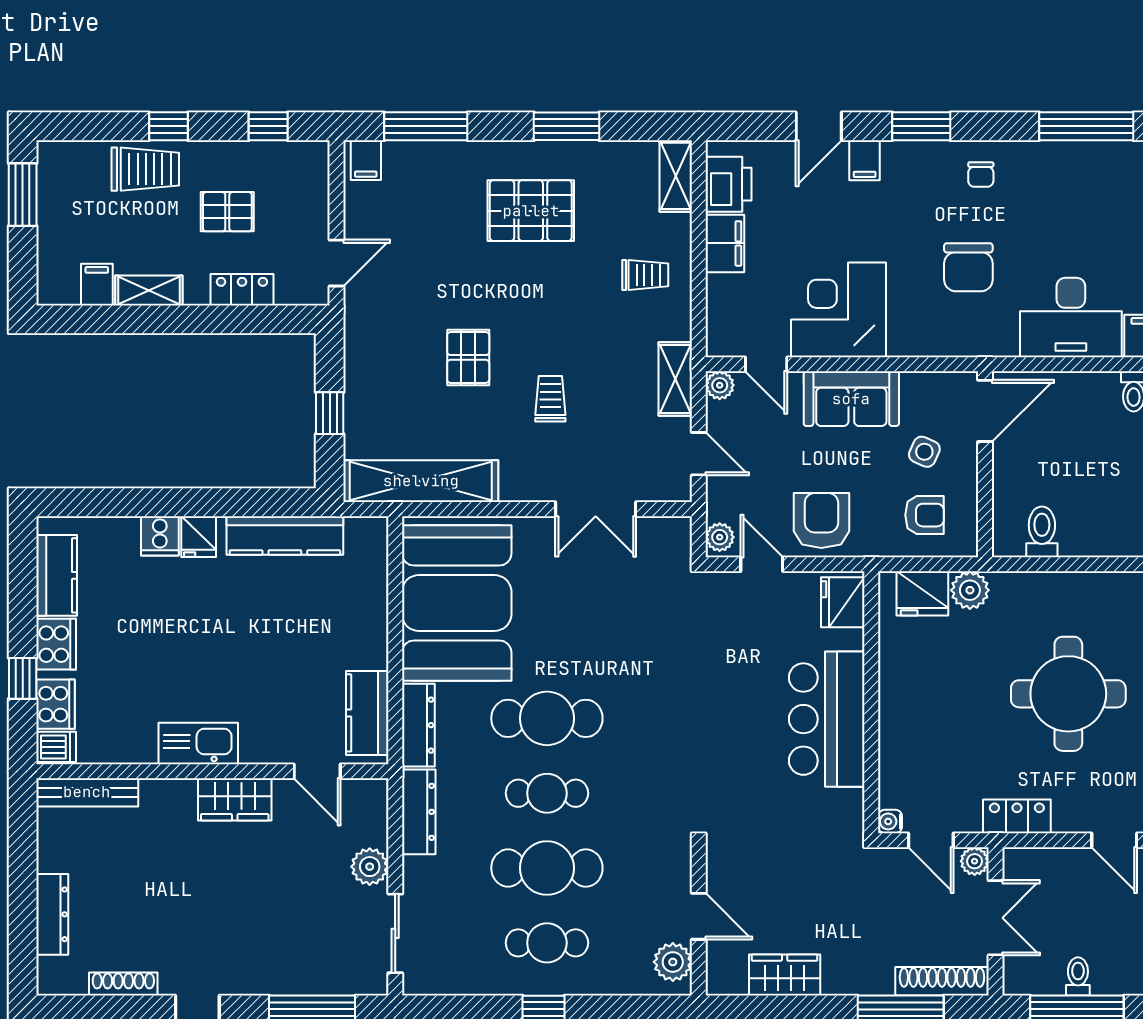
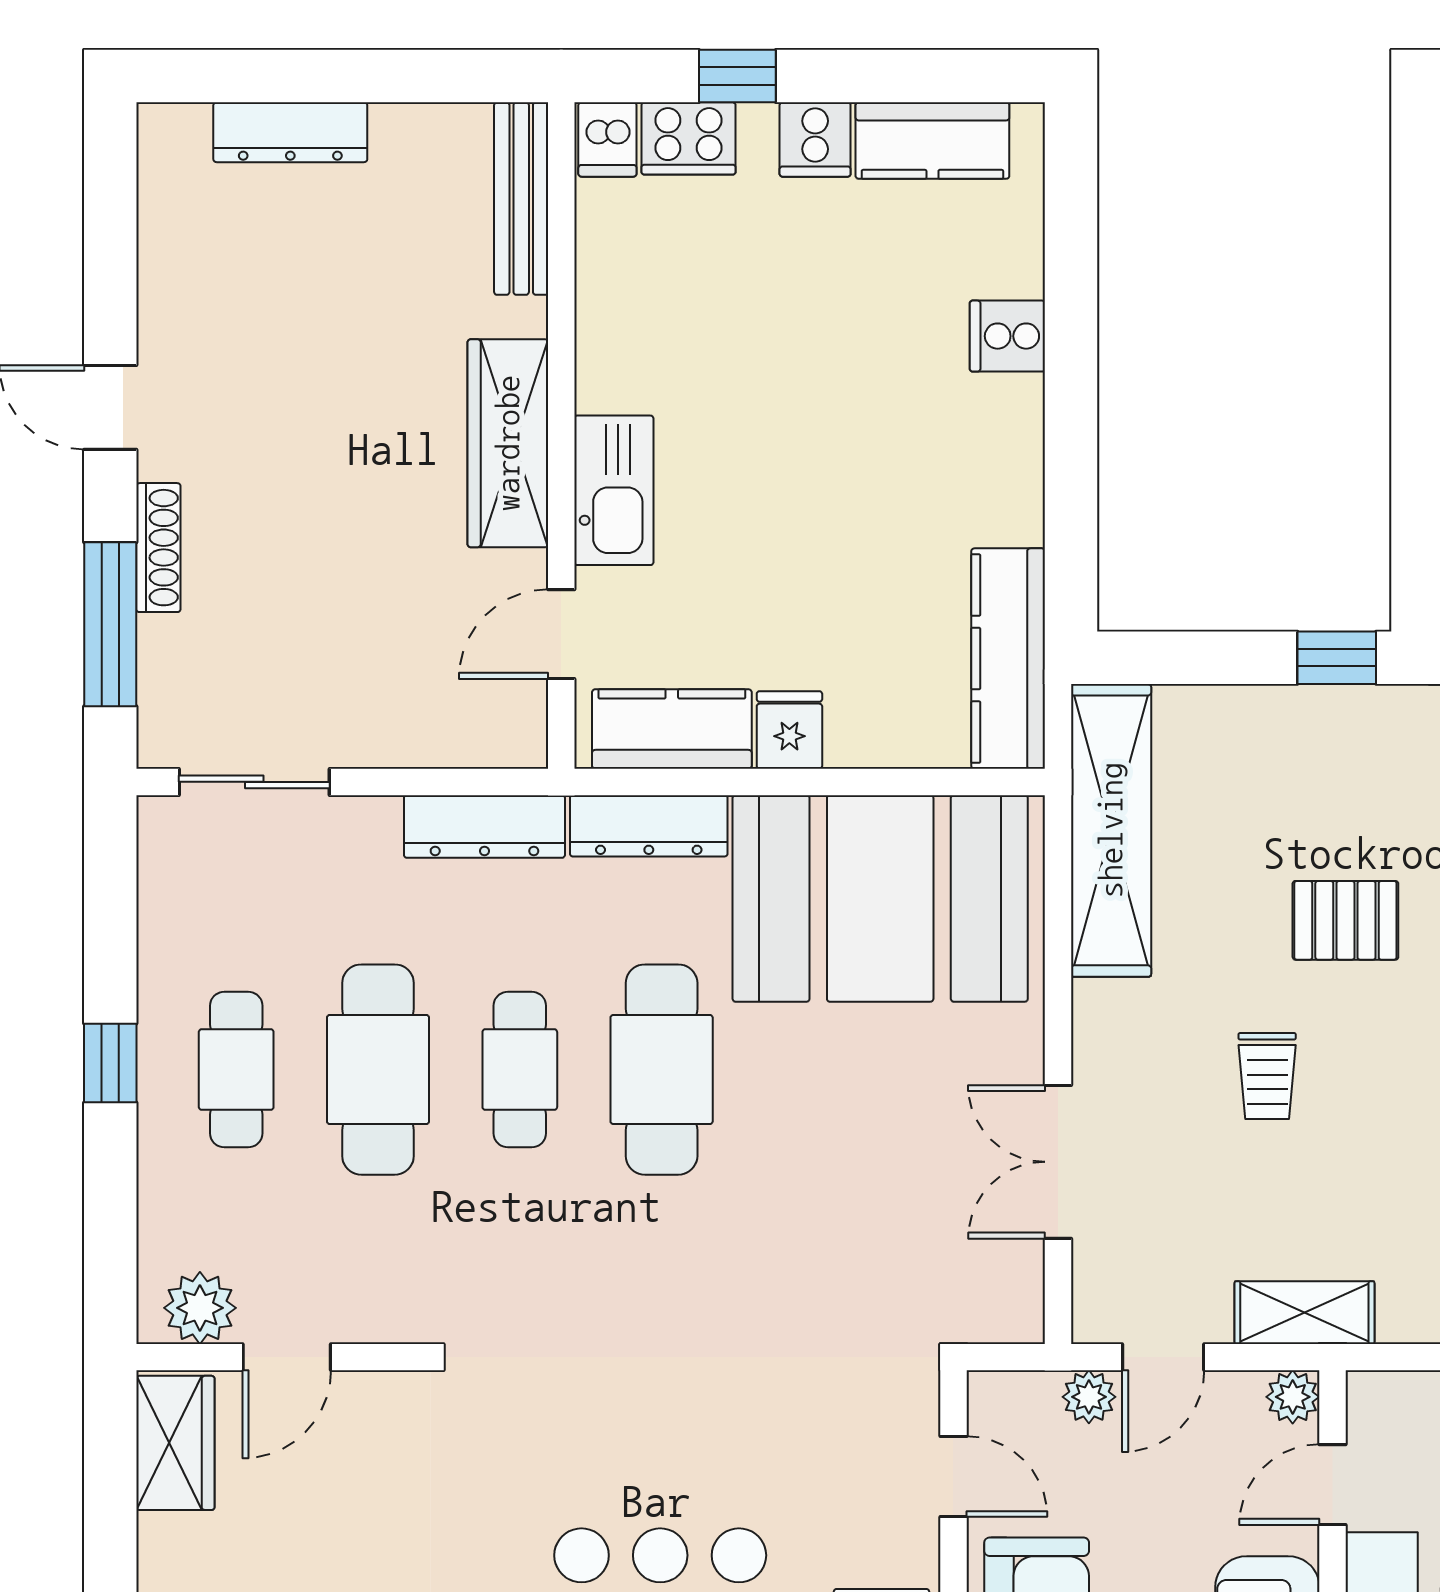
trolley: (550, 399) -> (1267, 1076), turned 90
window: (330, 413) -> (1337, 658), moved
kitchen counter: (285, 535) -> (1008, 659), moved
fridge: (199, 537) -> (789, 730), moved, turned 90
plant: (720, 537) -> (1089, 1397), moved
door: (762, 564) -> (953, 1477), hinge flipped
cooker: (56, 644) -> (815, 139), width x0.73
kitchen sink: (198, 744) -> (614, 490), moved
wardrobe: (235, 799) -> (508, 443), width x1.50
plant: (370, 867) -> (381, 734), removed
wardrobe: (785, 975) -> (175, 1443), moved
shoe rack: (123, 984) -> (158, 548), moved

